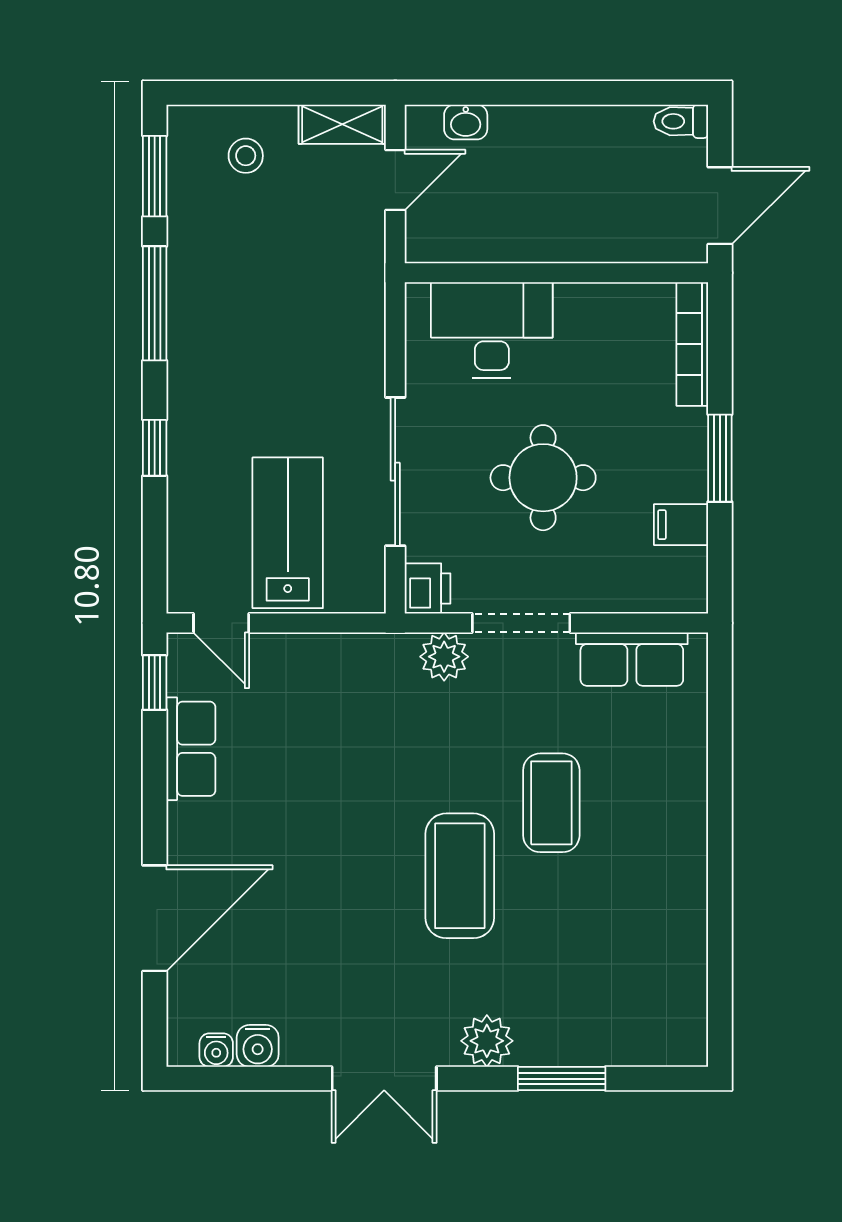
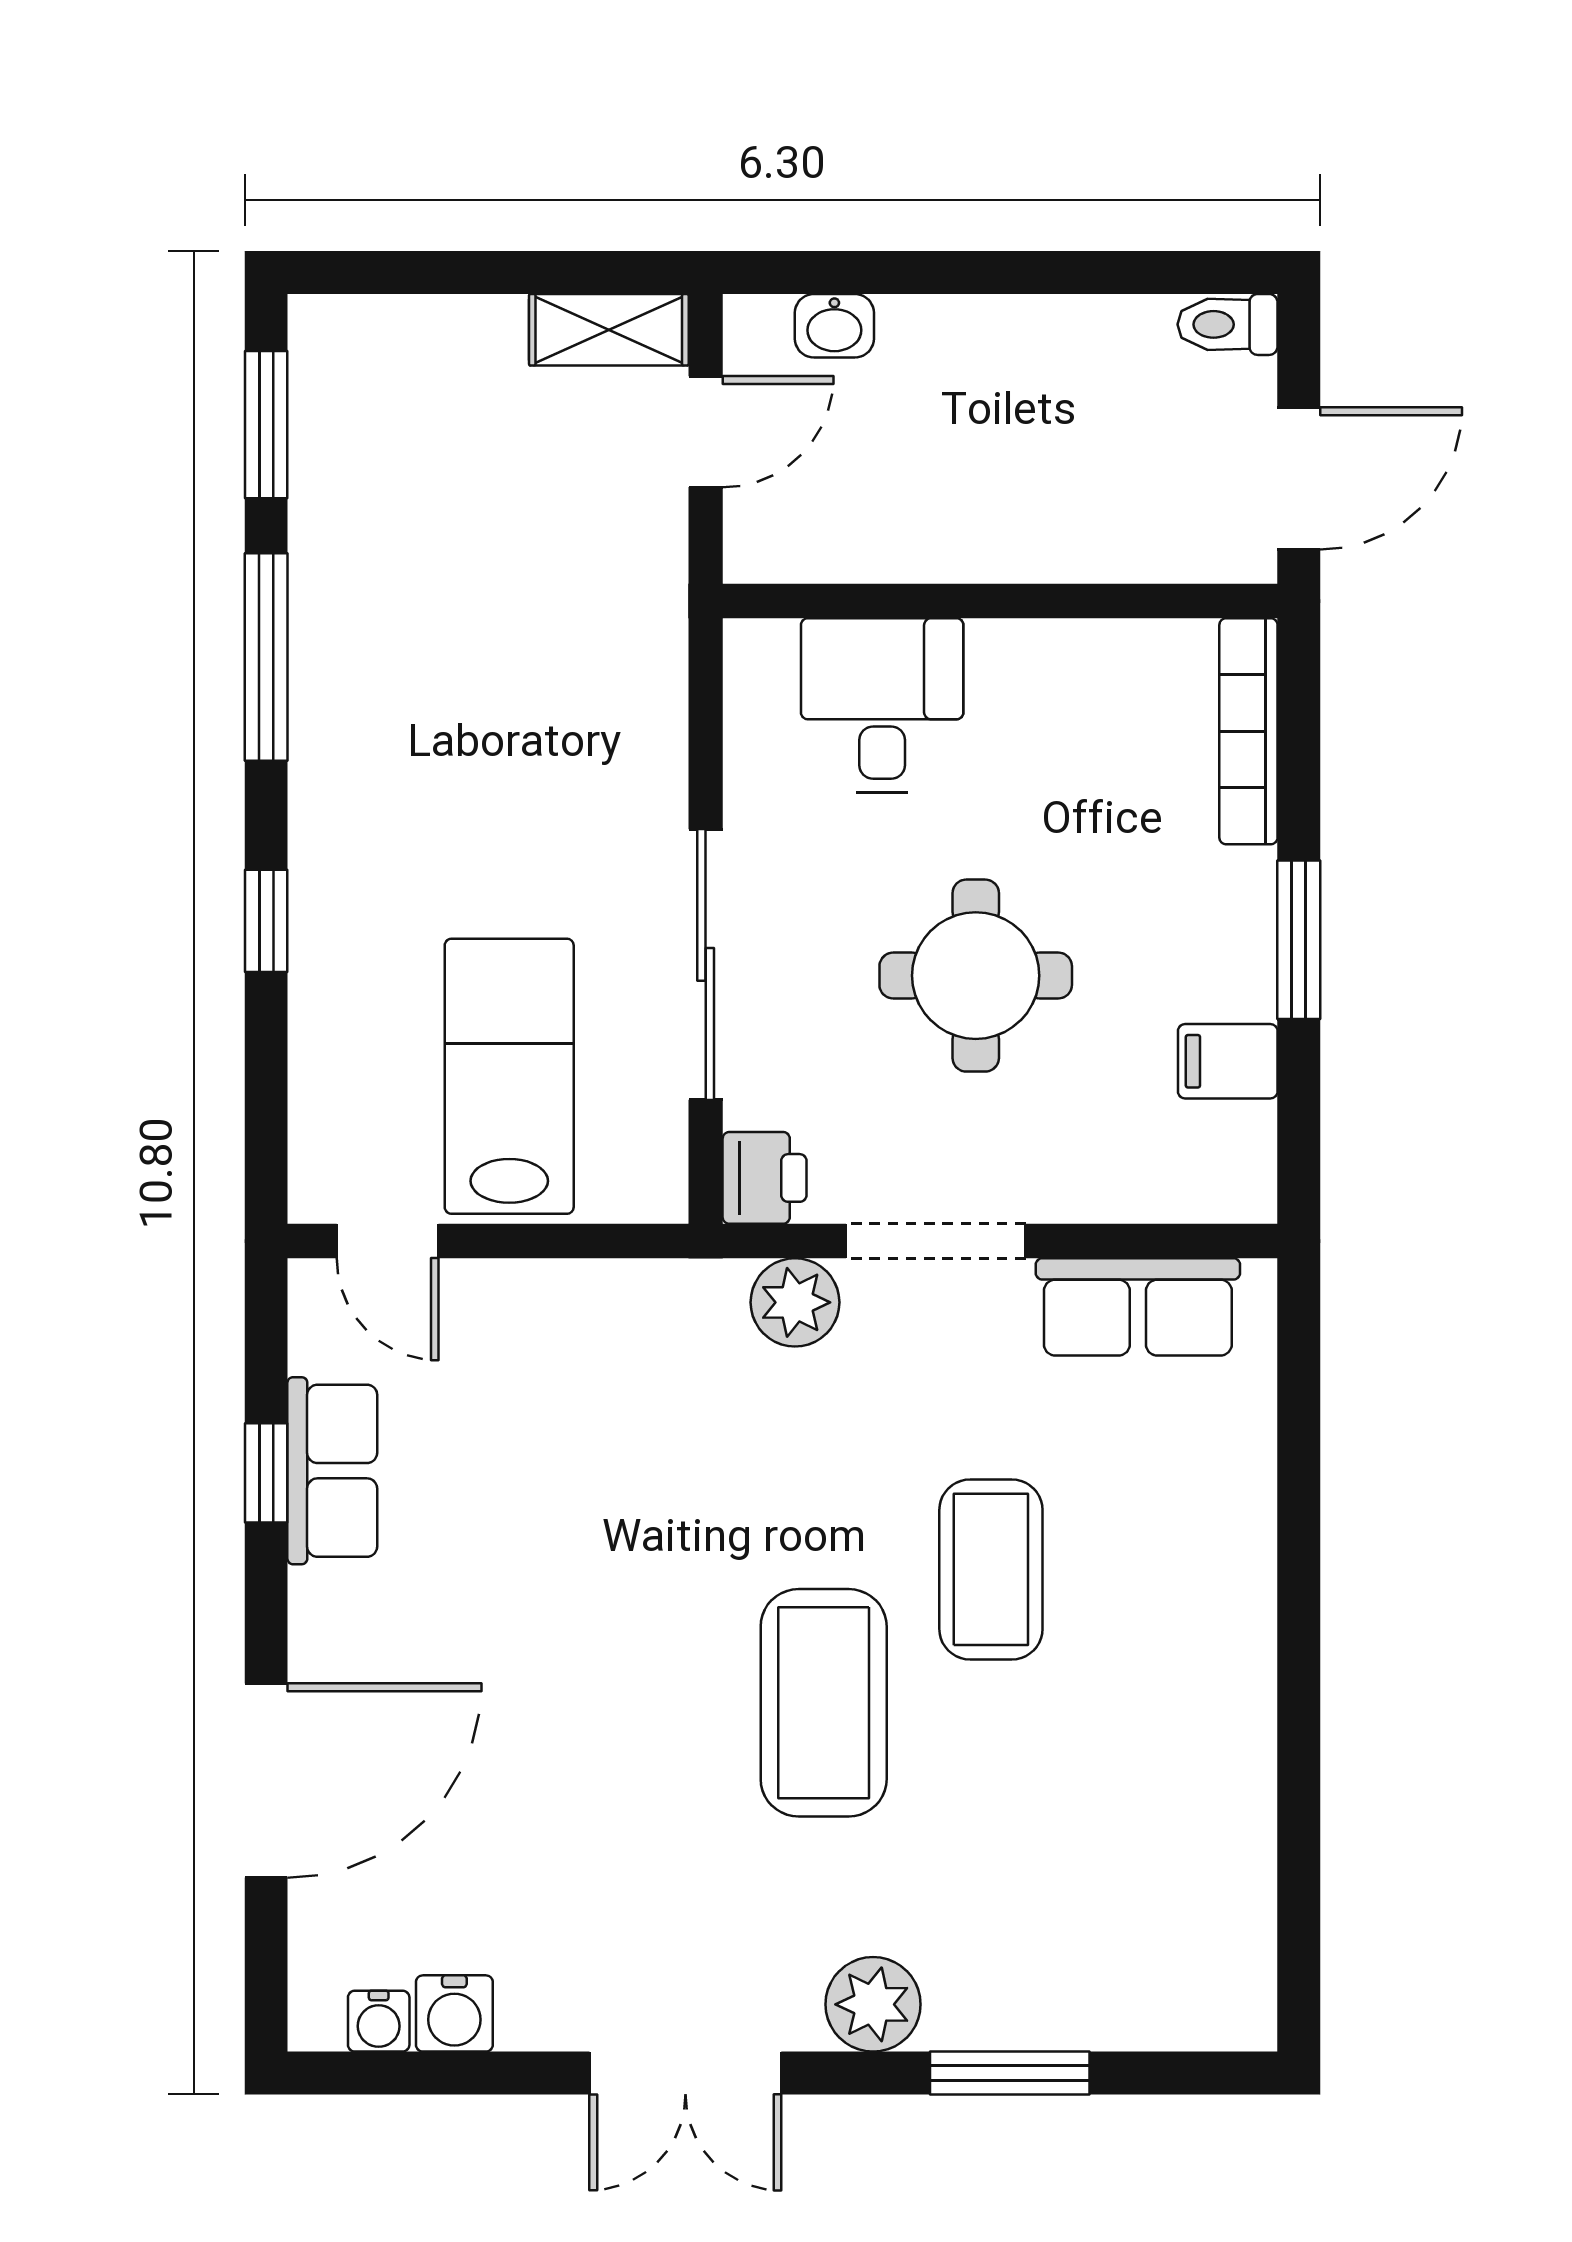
stool: (246, 156) -> (433, 387), removed
desk: (492, 330) -> (882, 705), width x0.73
window: (155, 683) -> (266, 1473), moved

